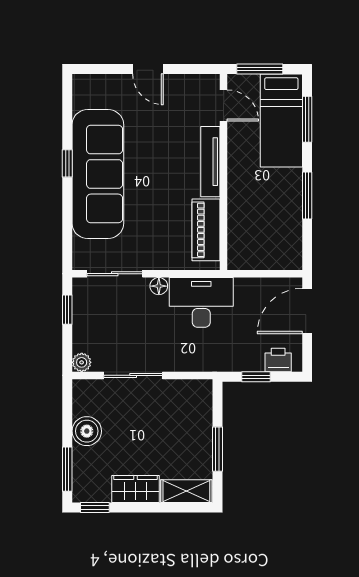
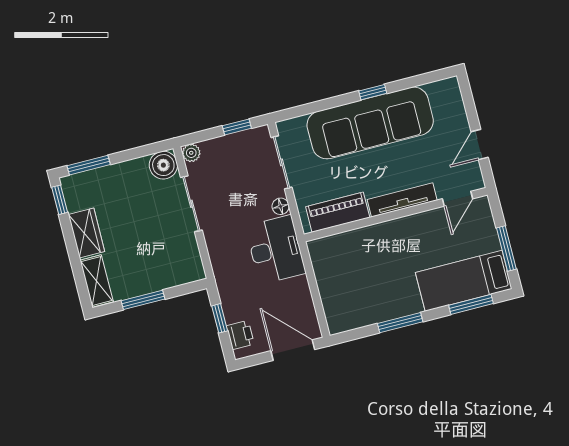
door: (224, 105) -> (457, 199), moved
tv unit: (210, 162) -> (402, 200), moved
wall: (224, 172) -> (396, 215), moved
piano: (206, 230) -> (338, 212), moved
boiler: (87, 431) -> (163, 165), moved

